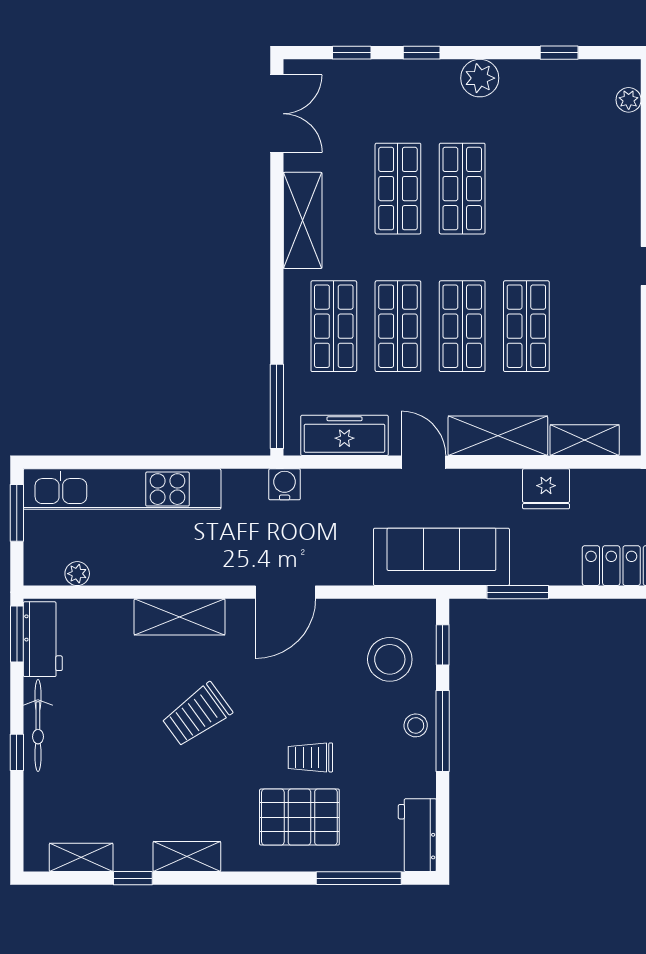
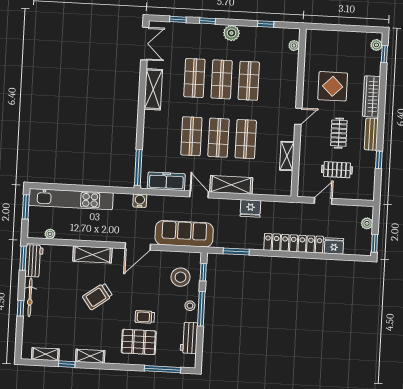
shop shelf: (334, 326) -> (249, 81), moved
shelving: (585, 440) -> (287, 156), moved, turned 90
sofa: (441, 557) -> (184, 234), moved
workbench: (417, 835) -> (189, 338), moved

